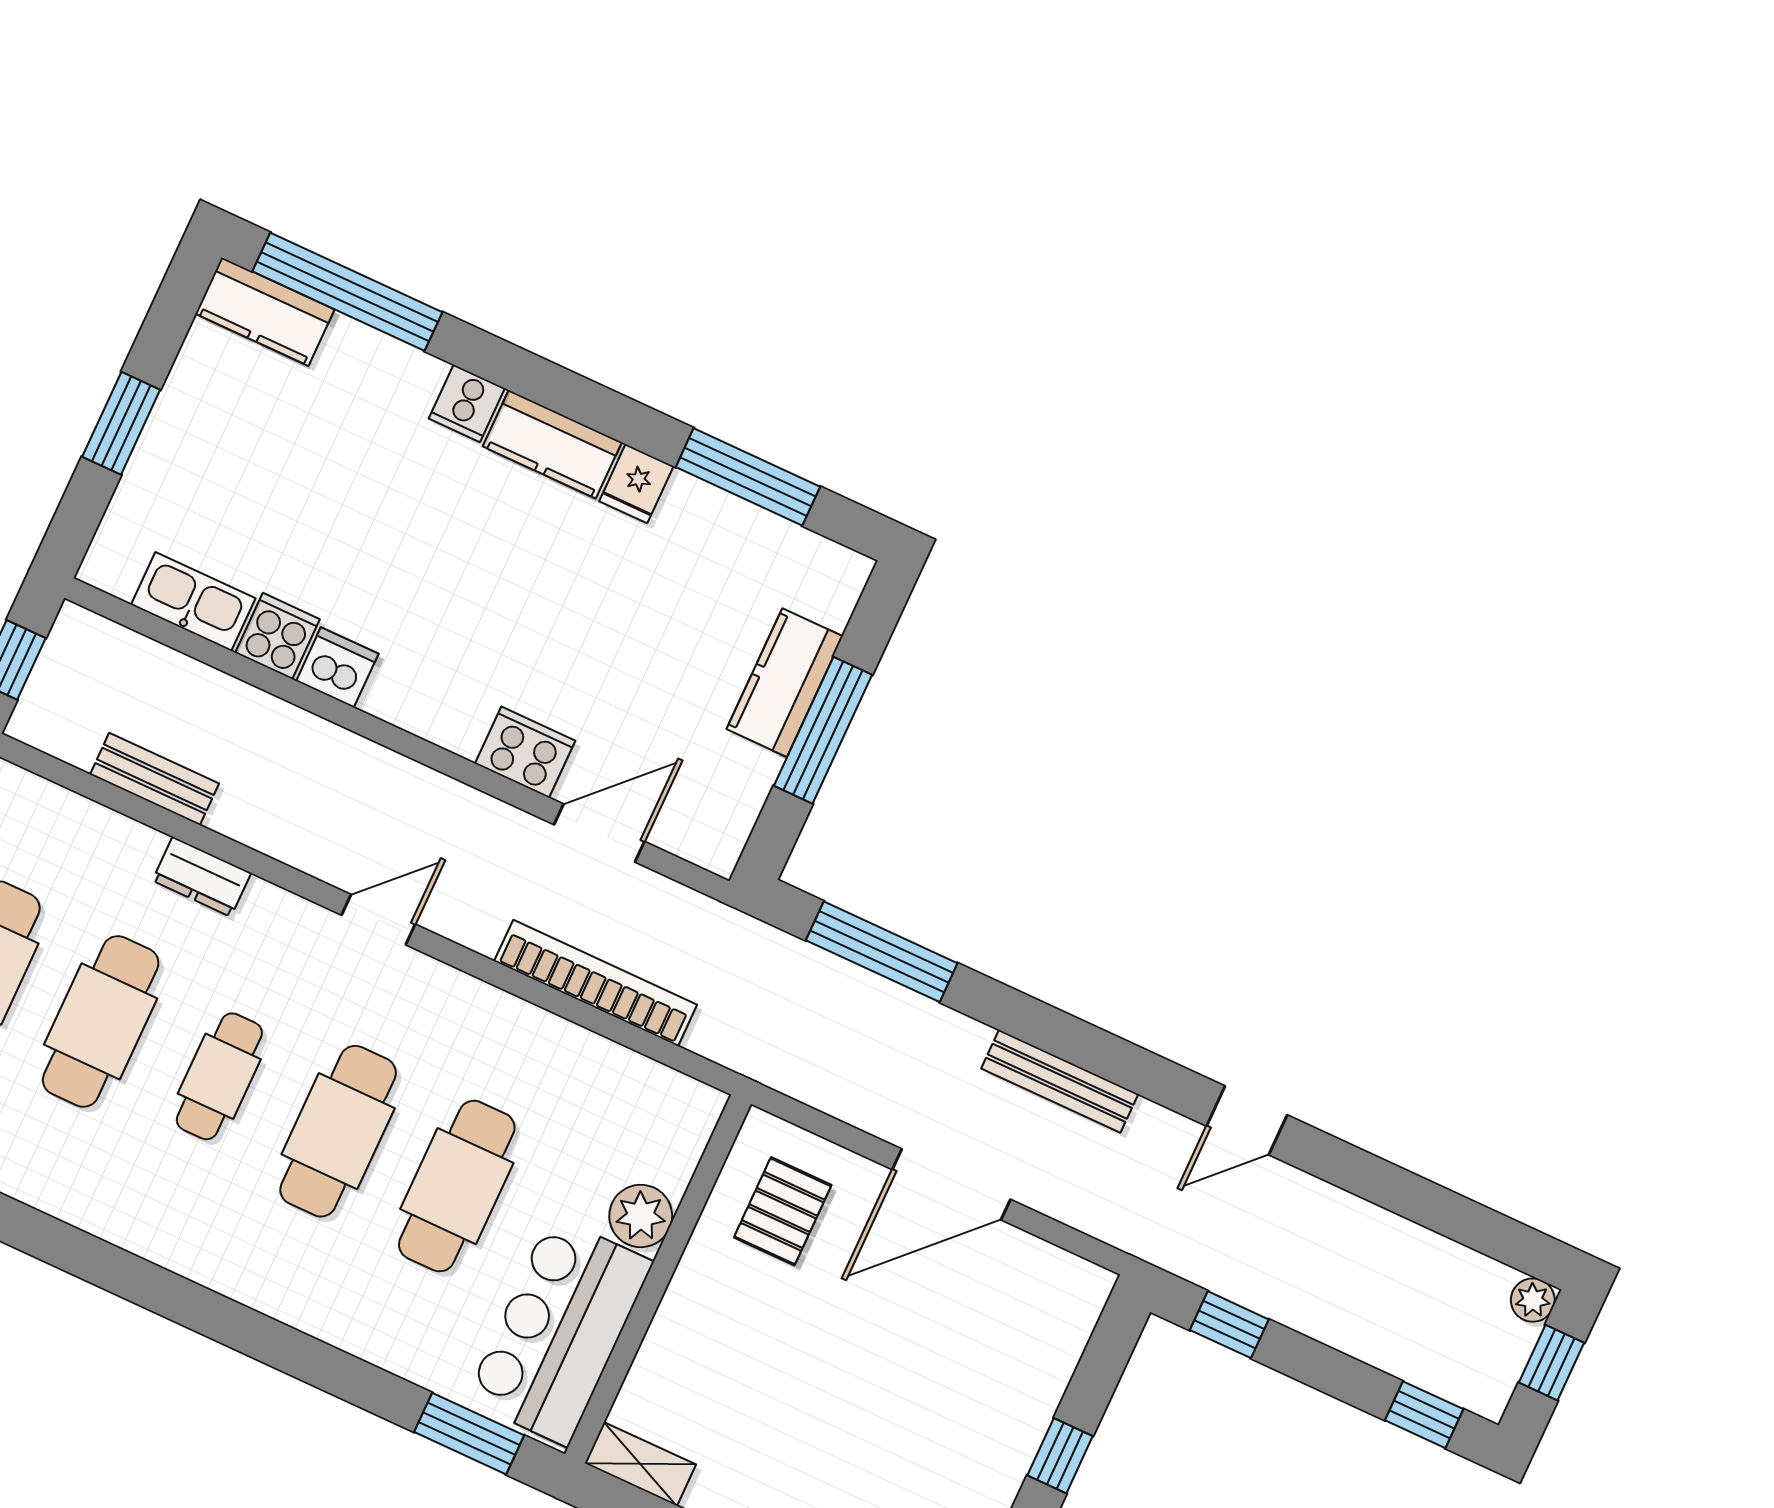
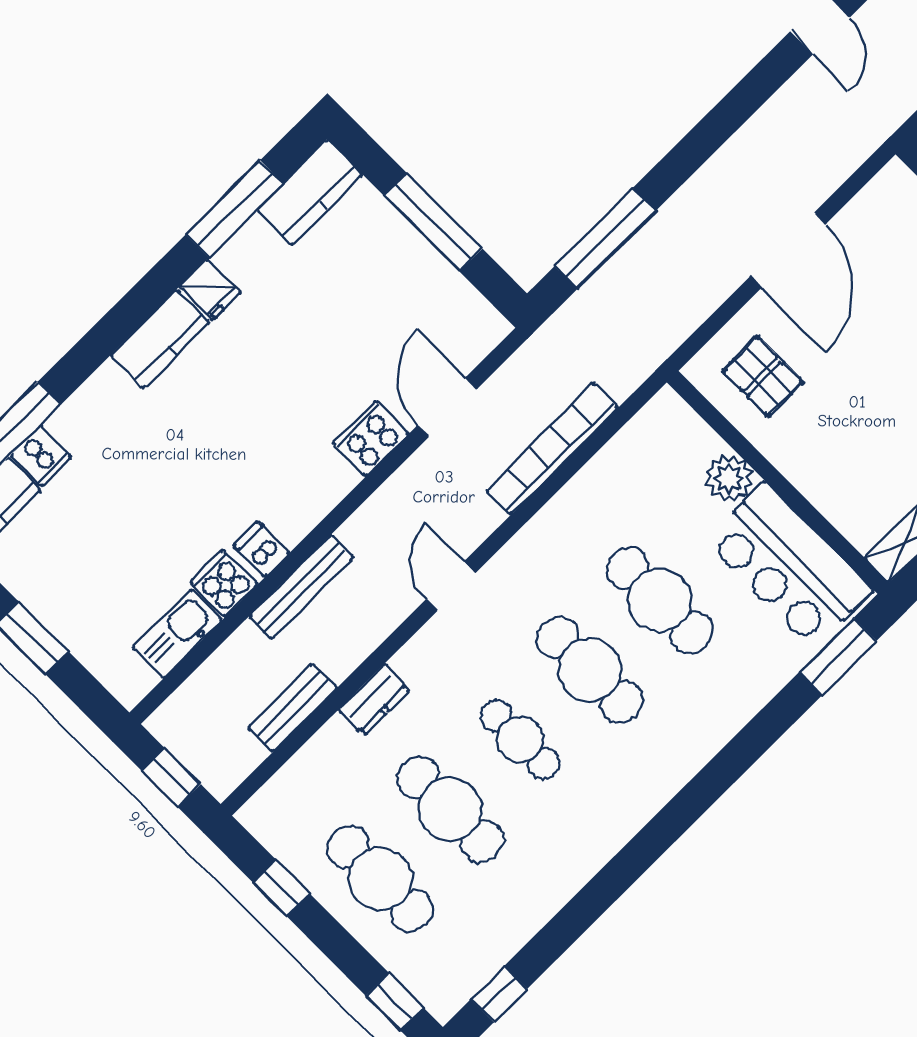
cooker: (467, 403) -> (41, 456), moved
dishwasher: (337, 667) -> (262, 549), width x0.73
kitchen counter: (785, 683) -> (309, 192), moved, turned -90
bench: (1060, 1081) -> (301, 587), moved

